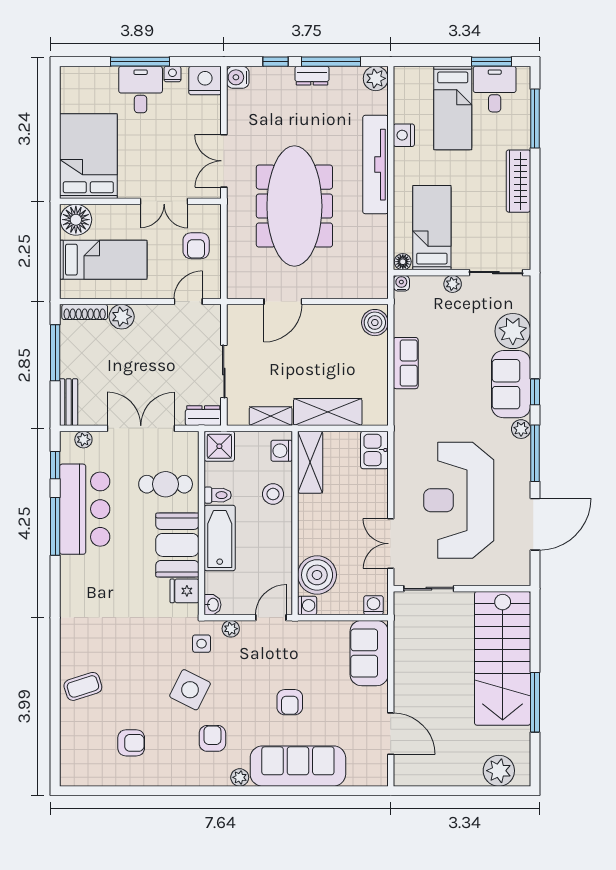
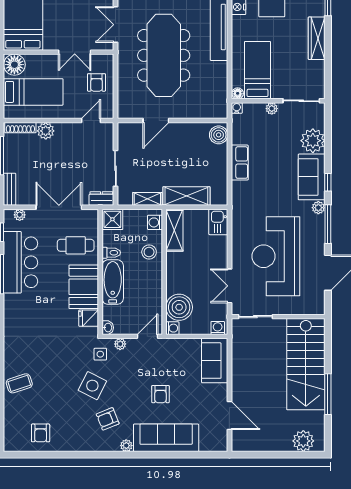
armchair: (212, 738) -> (108, 419), turned -112
armchair: (131, 743) -> (41, 433), moved, turned 90

